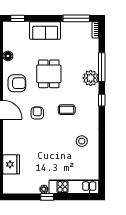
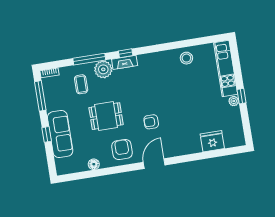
window: (18, 18) -> (47, 134), moved
sofa: (45, 30) -> (60, 134), width x1.36
fireplace: (94, 98) -> (125, 62), added
coffee table: (67, 110) -> (81, 84), moved
stool: (82, 141) -> (186, 58), moved

